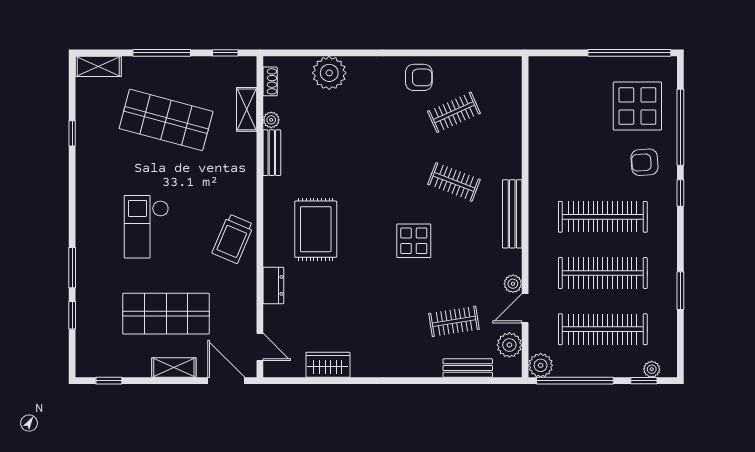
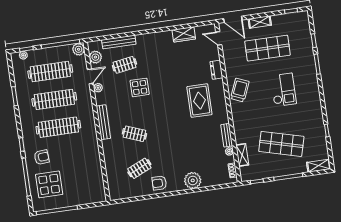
plant: (329, 73) -> (193, 180), moved
display table: (414, 241) -> (140, 87), moved
bench: (468, 368) -> (119, 42), width x1.36

